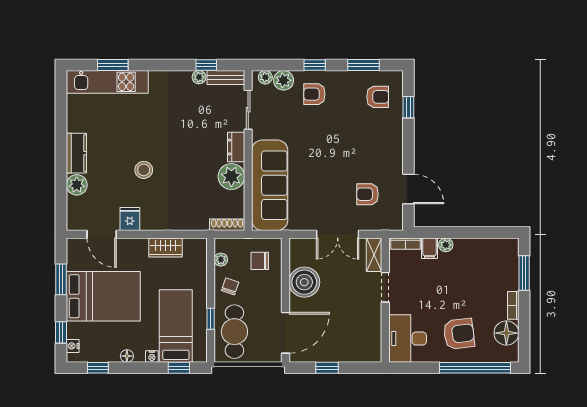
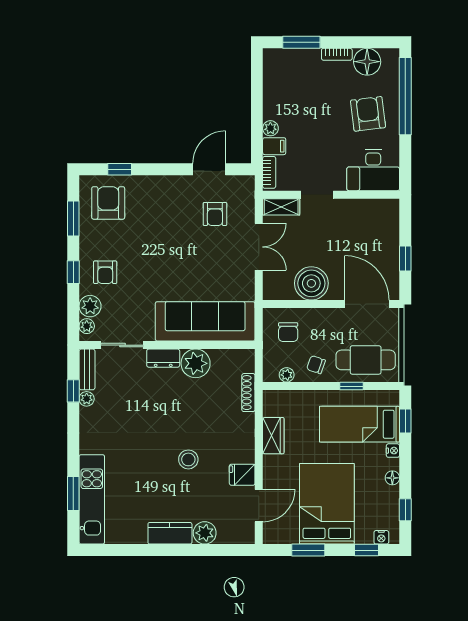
armchair: (378, 97) -> (108, 203), width x1.38, depth x1.38
shoe rack: (227, 225) -> (248, 393), moved

